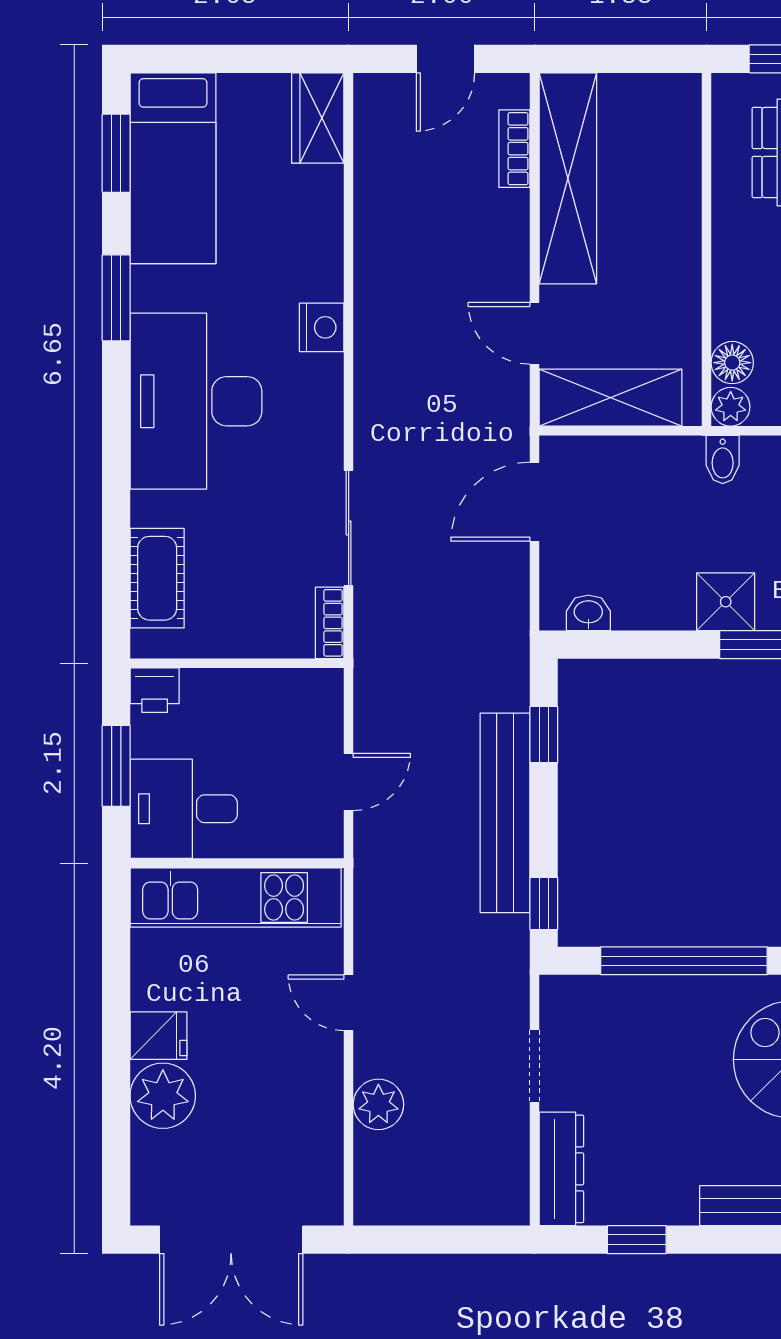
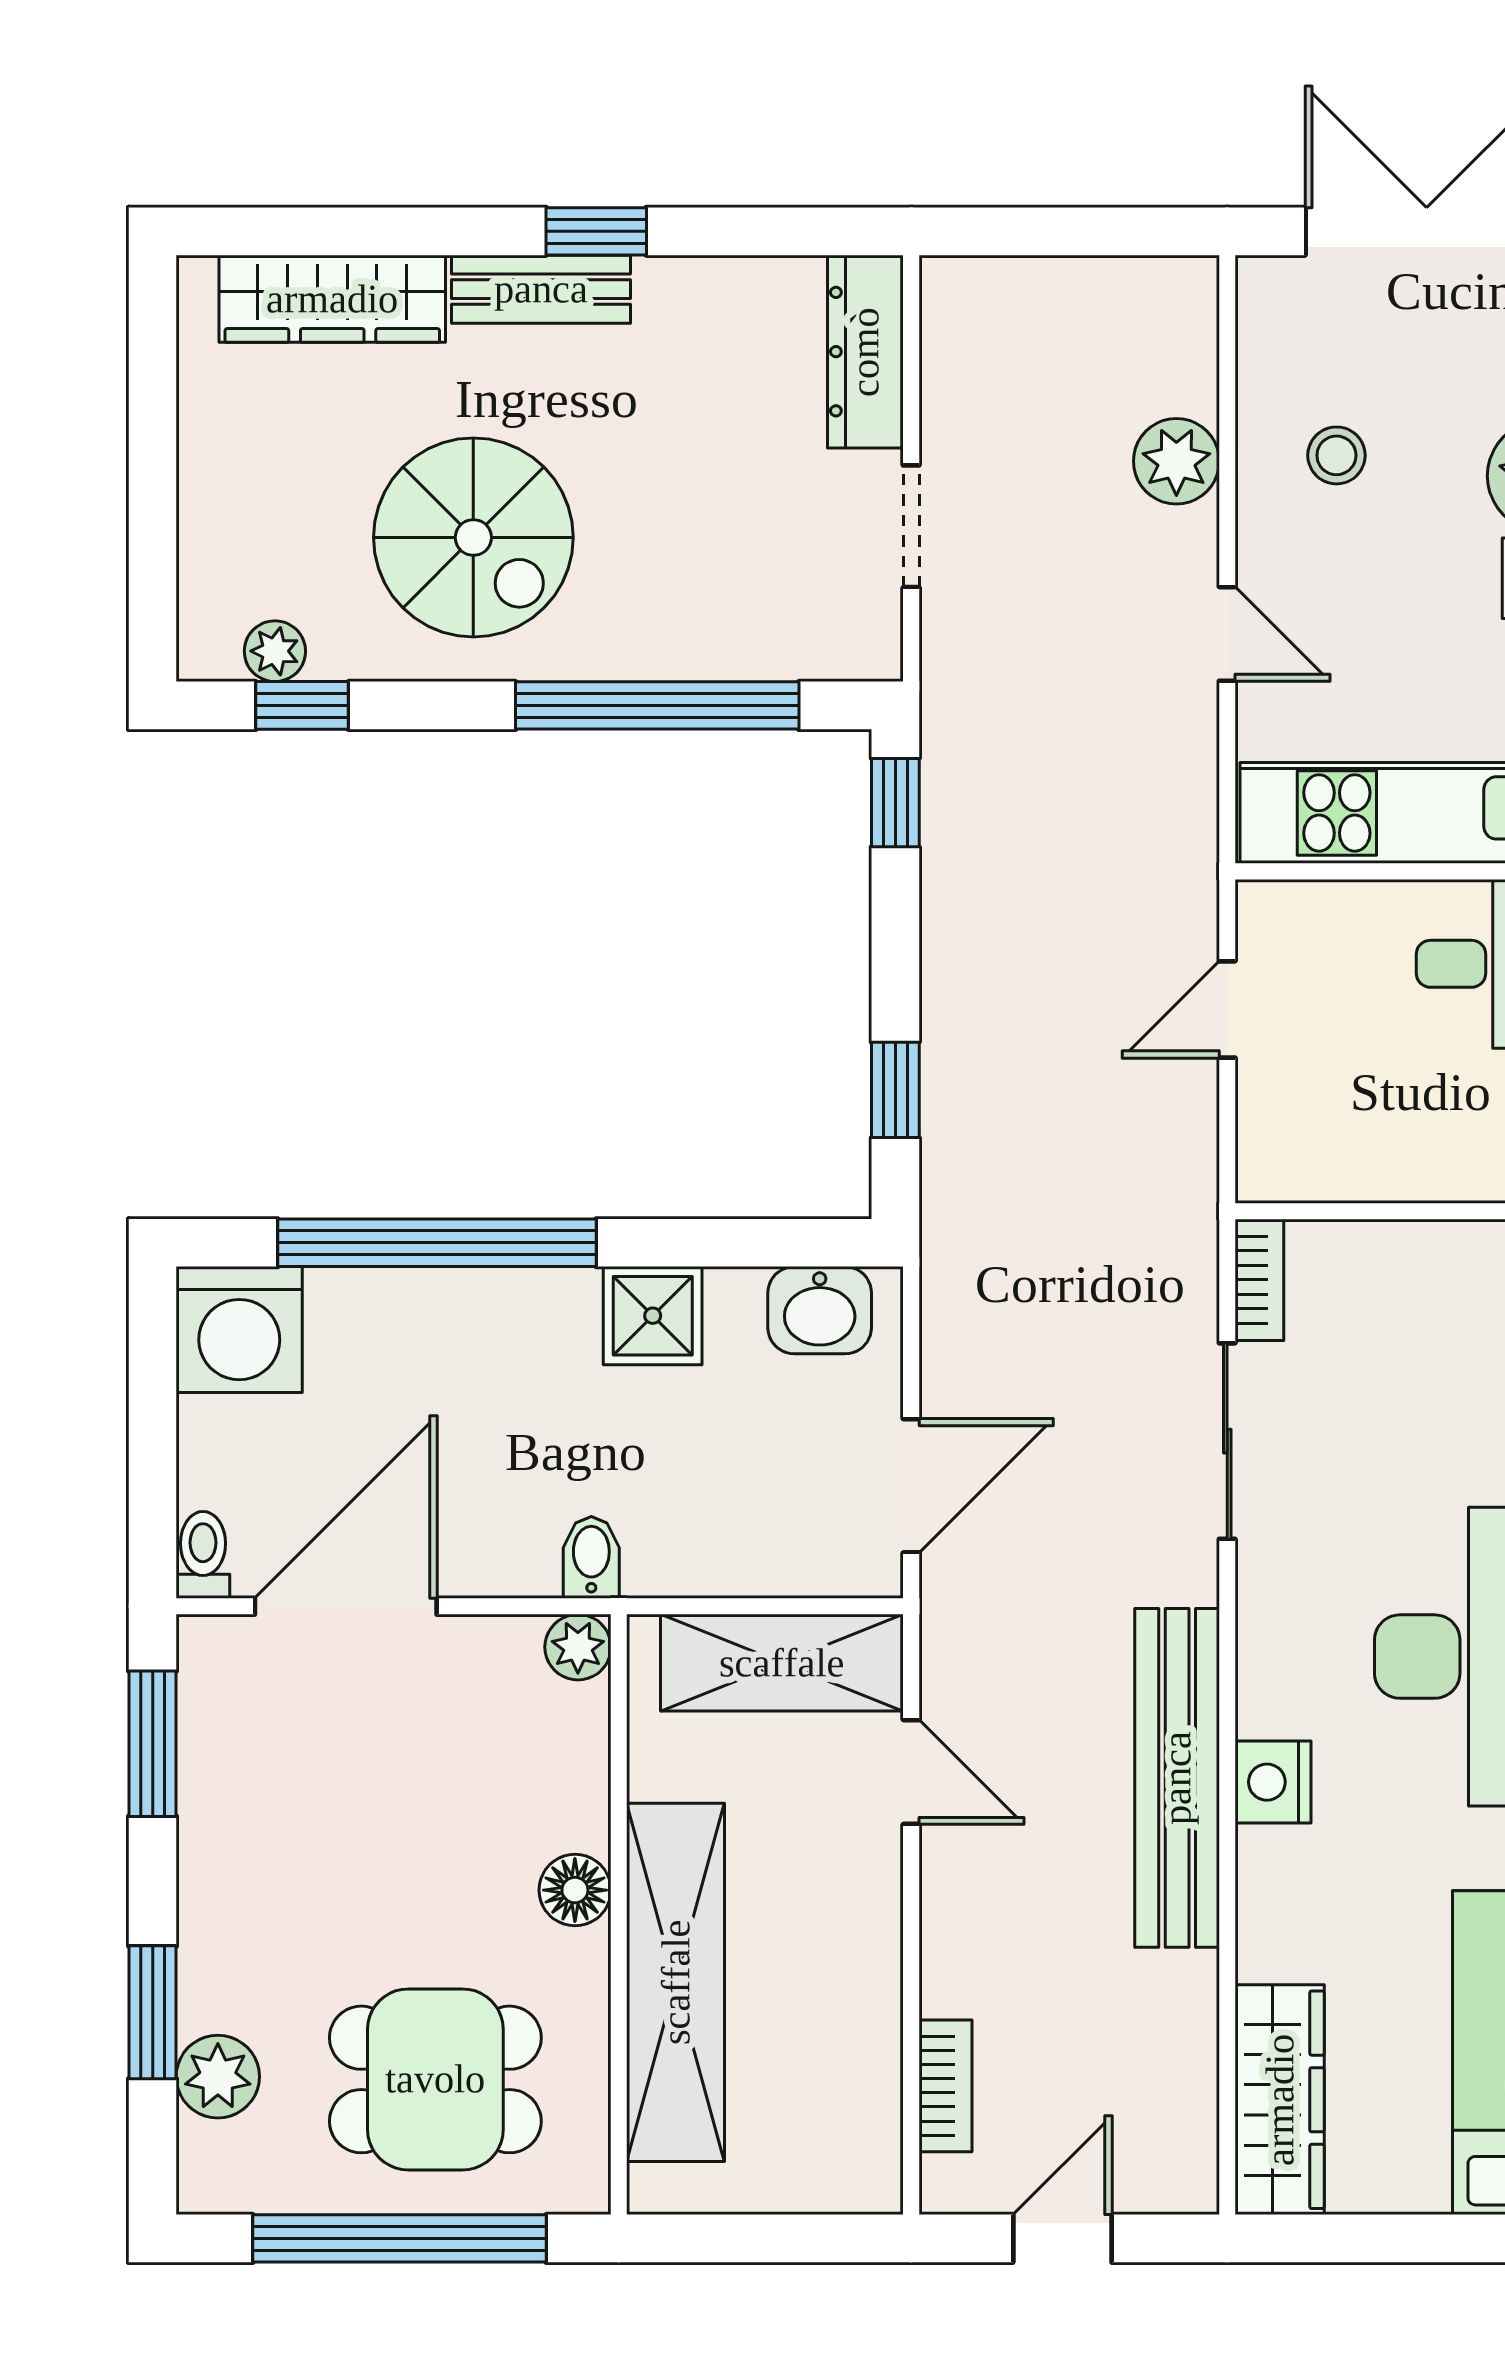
wardrobe: (318, 118) -> (1280, 2100), width x1.50
shelving: (568, 178) -> (676, 1982), moved
floor lamp: (732, 363) -> (575, 1890), moved
shower: (726, 602) -> (653, 1316), moved
washbasin: (588, 613) -> (820, 1310), width x1.38, depth x1.45
bench: (505, 813) -> (1177, 1778), moved
stool: (284, 1108) -> (1336, 455), added
window: (637, 1240) -> (596, 231), moved

